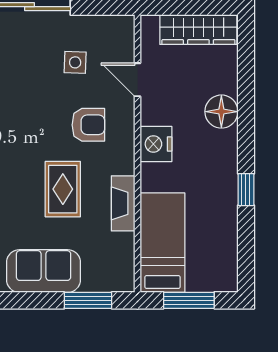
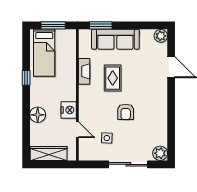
armchair: (88, 125) -> (126, 112), moved, turned -90
nightstand: (156, 144) -> (69, 110), moved
bed: (163, 243) -> (44, 53), moved
sofa: (44, 271) -> (115, 39), width x1.36

